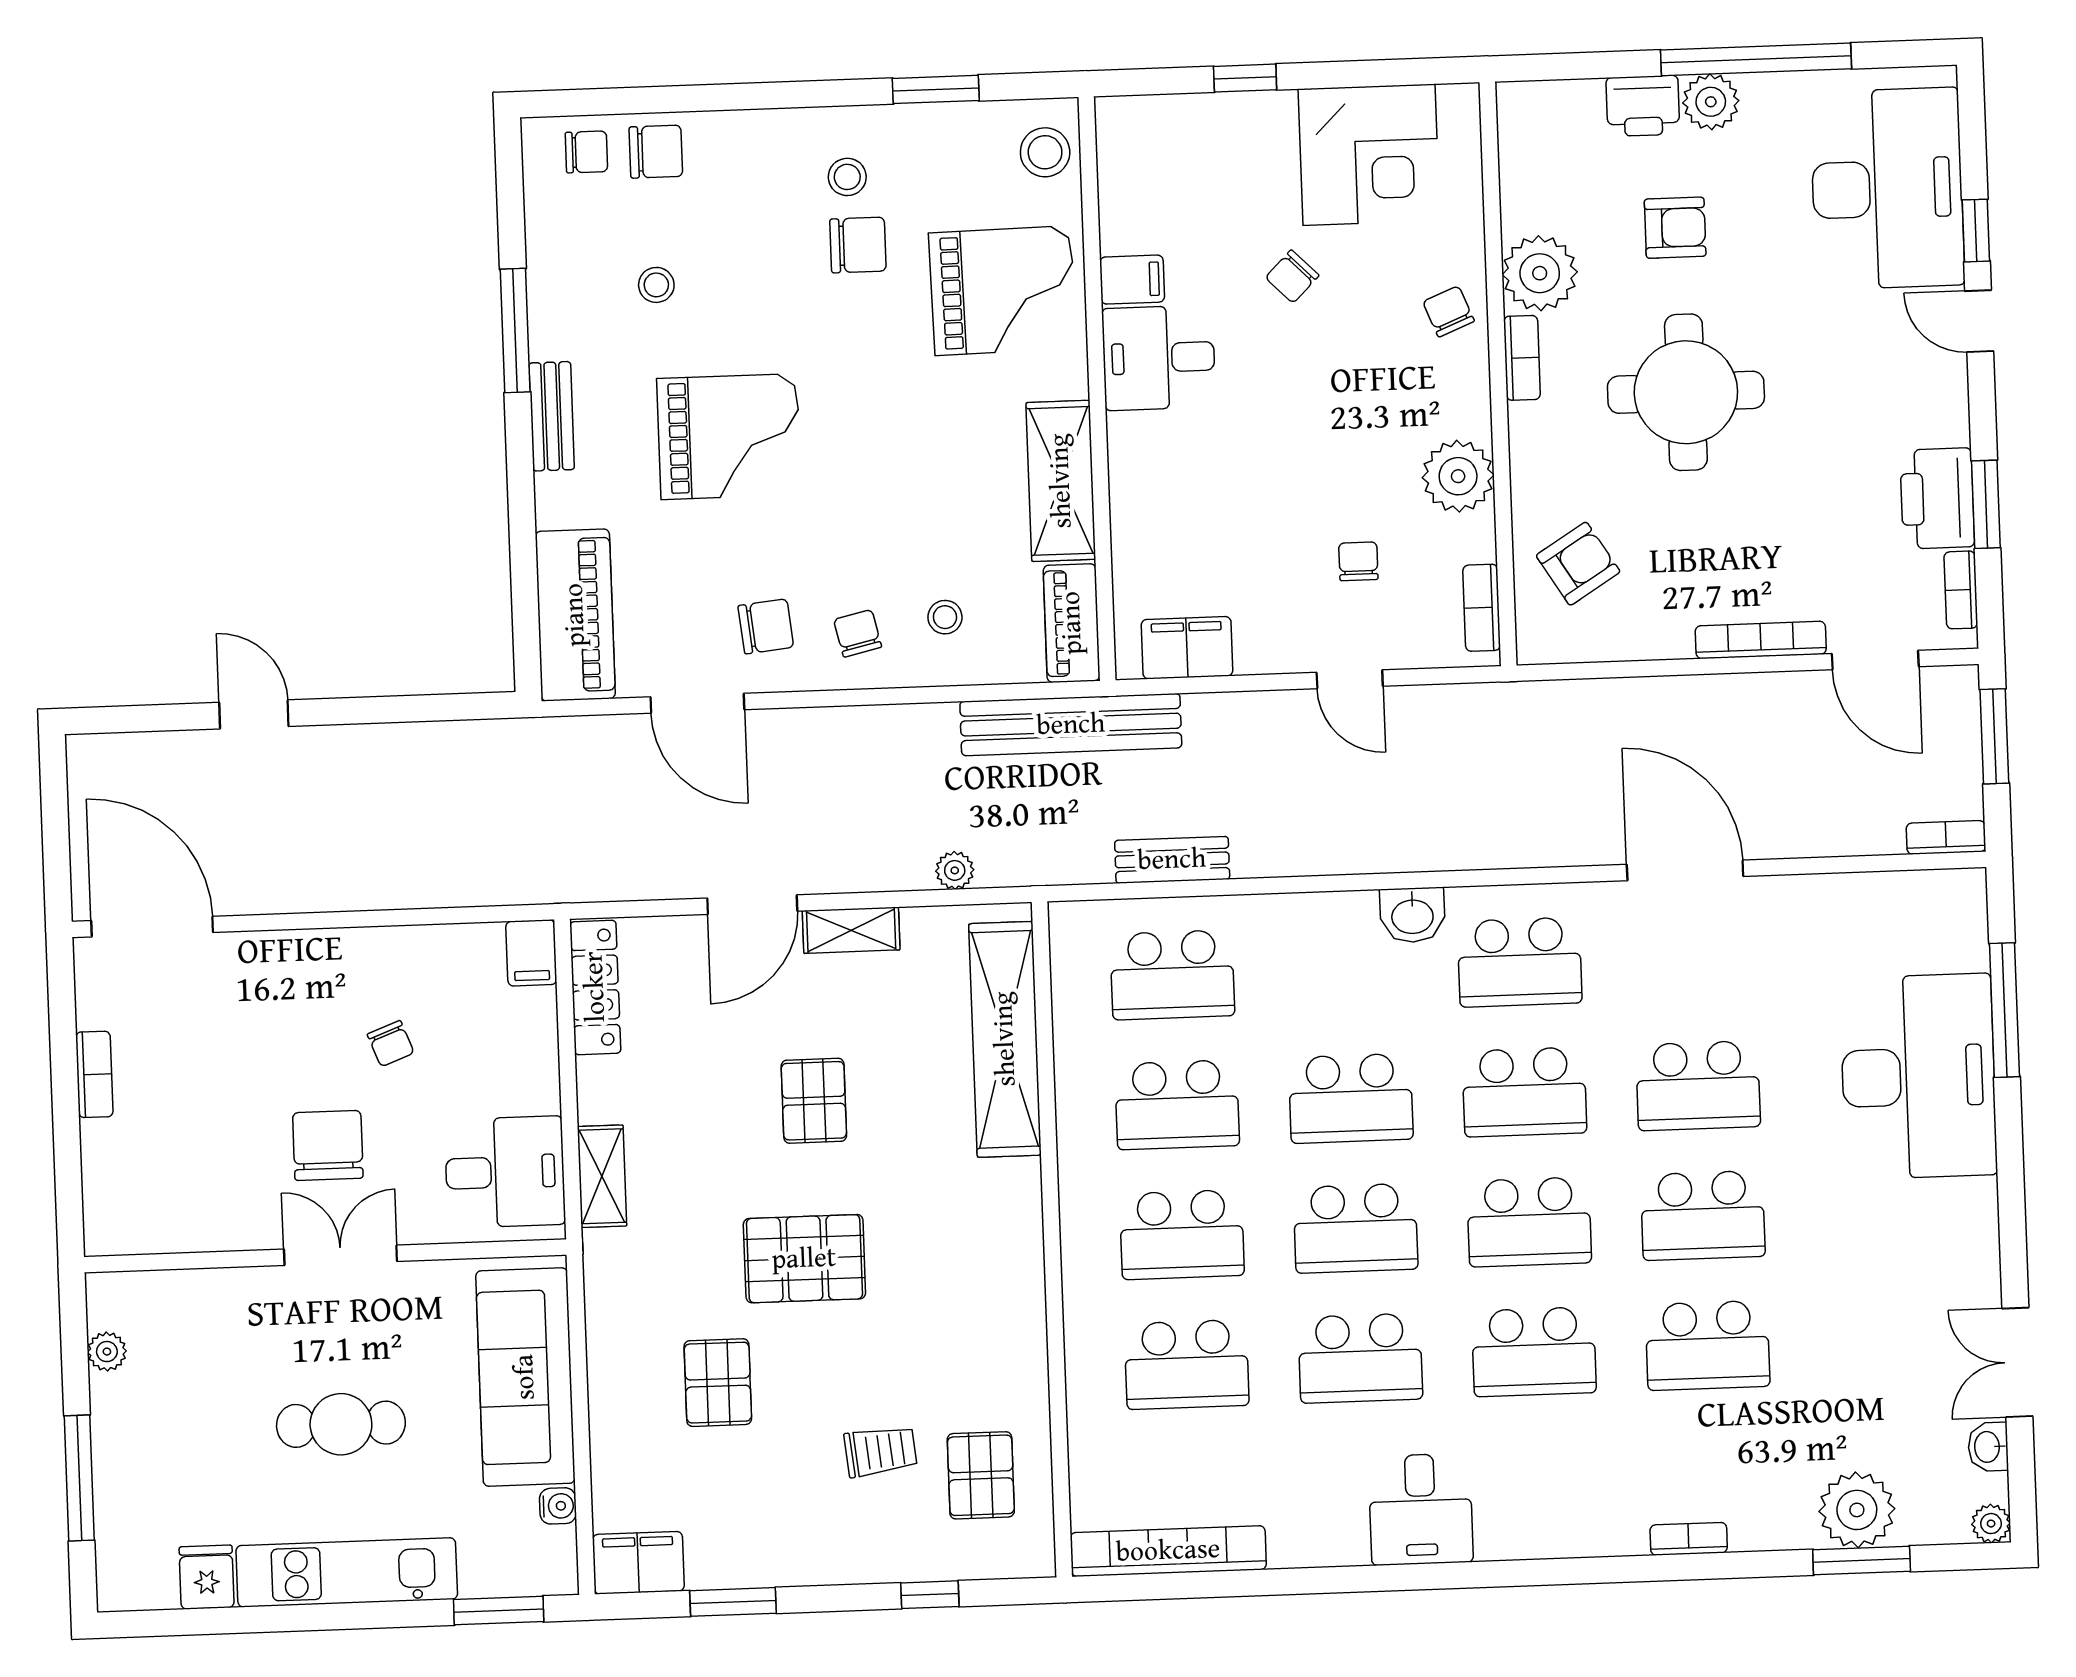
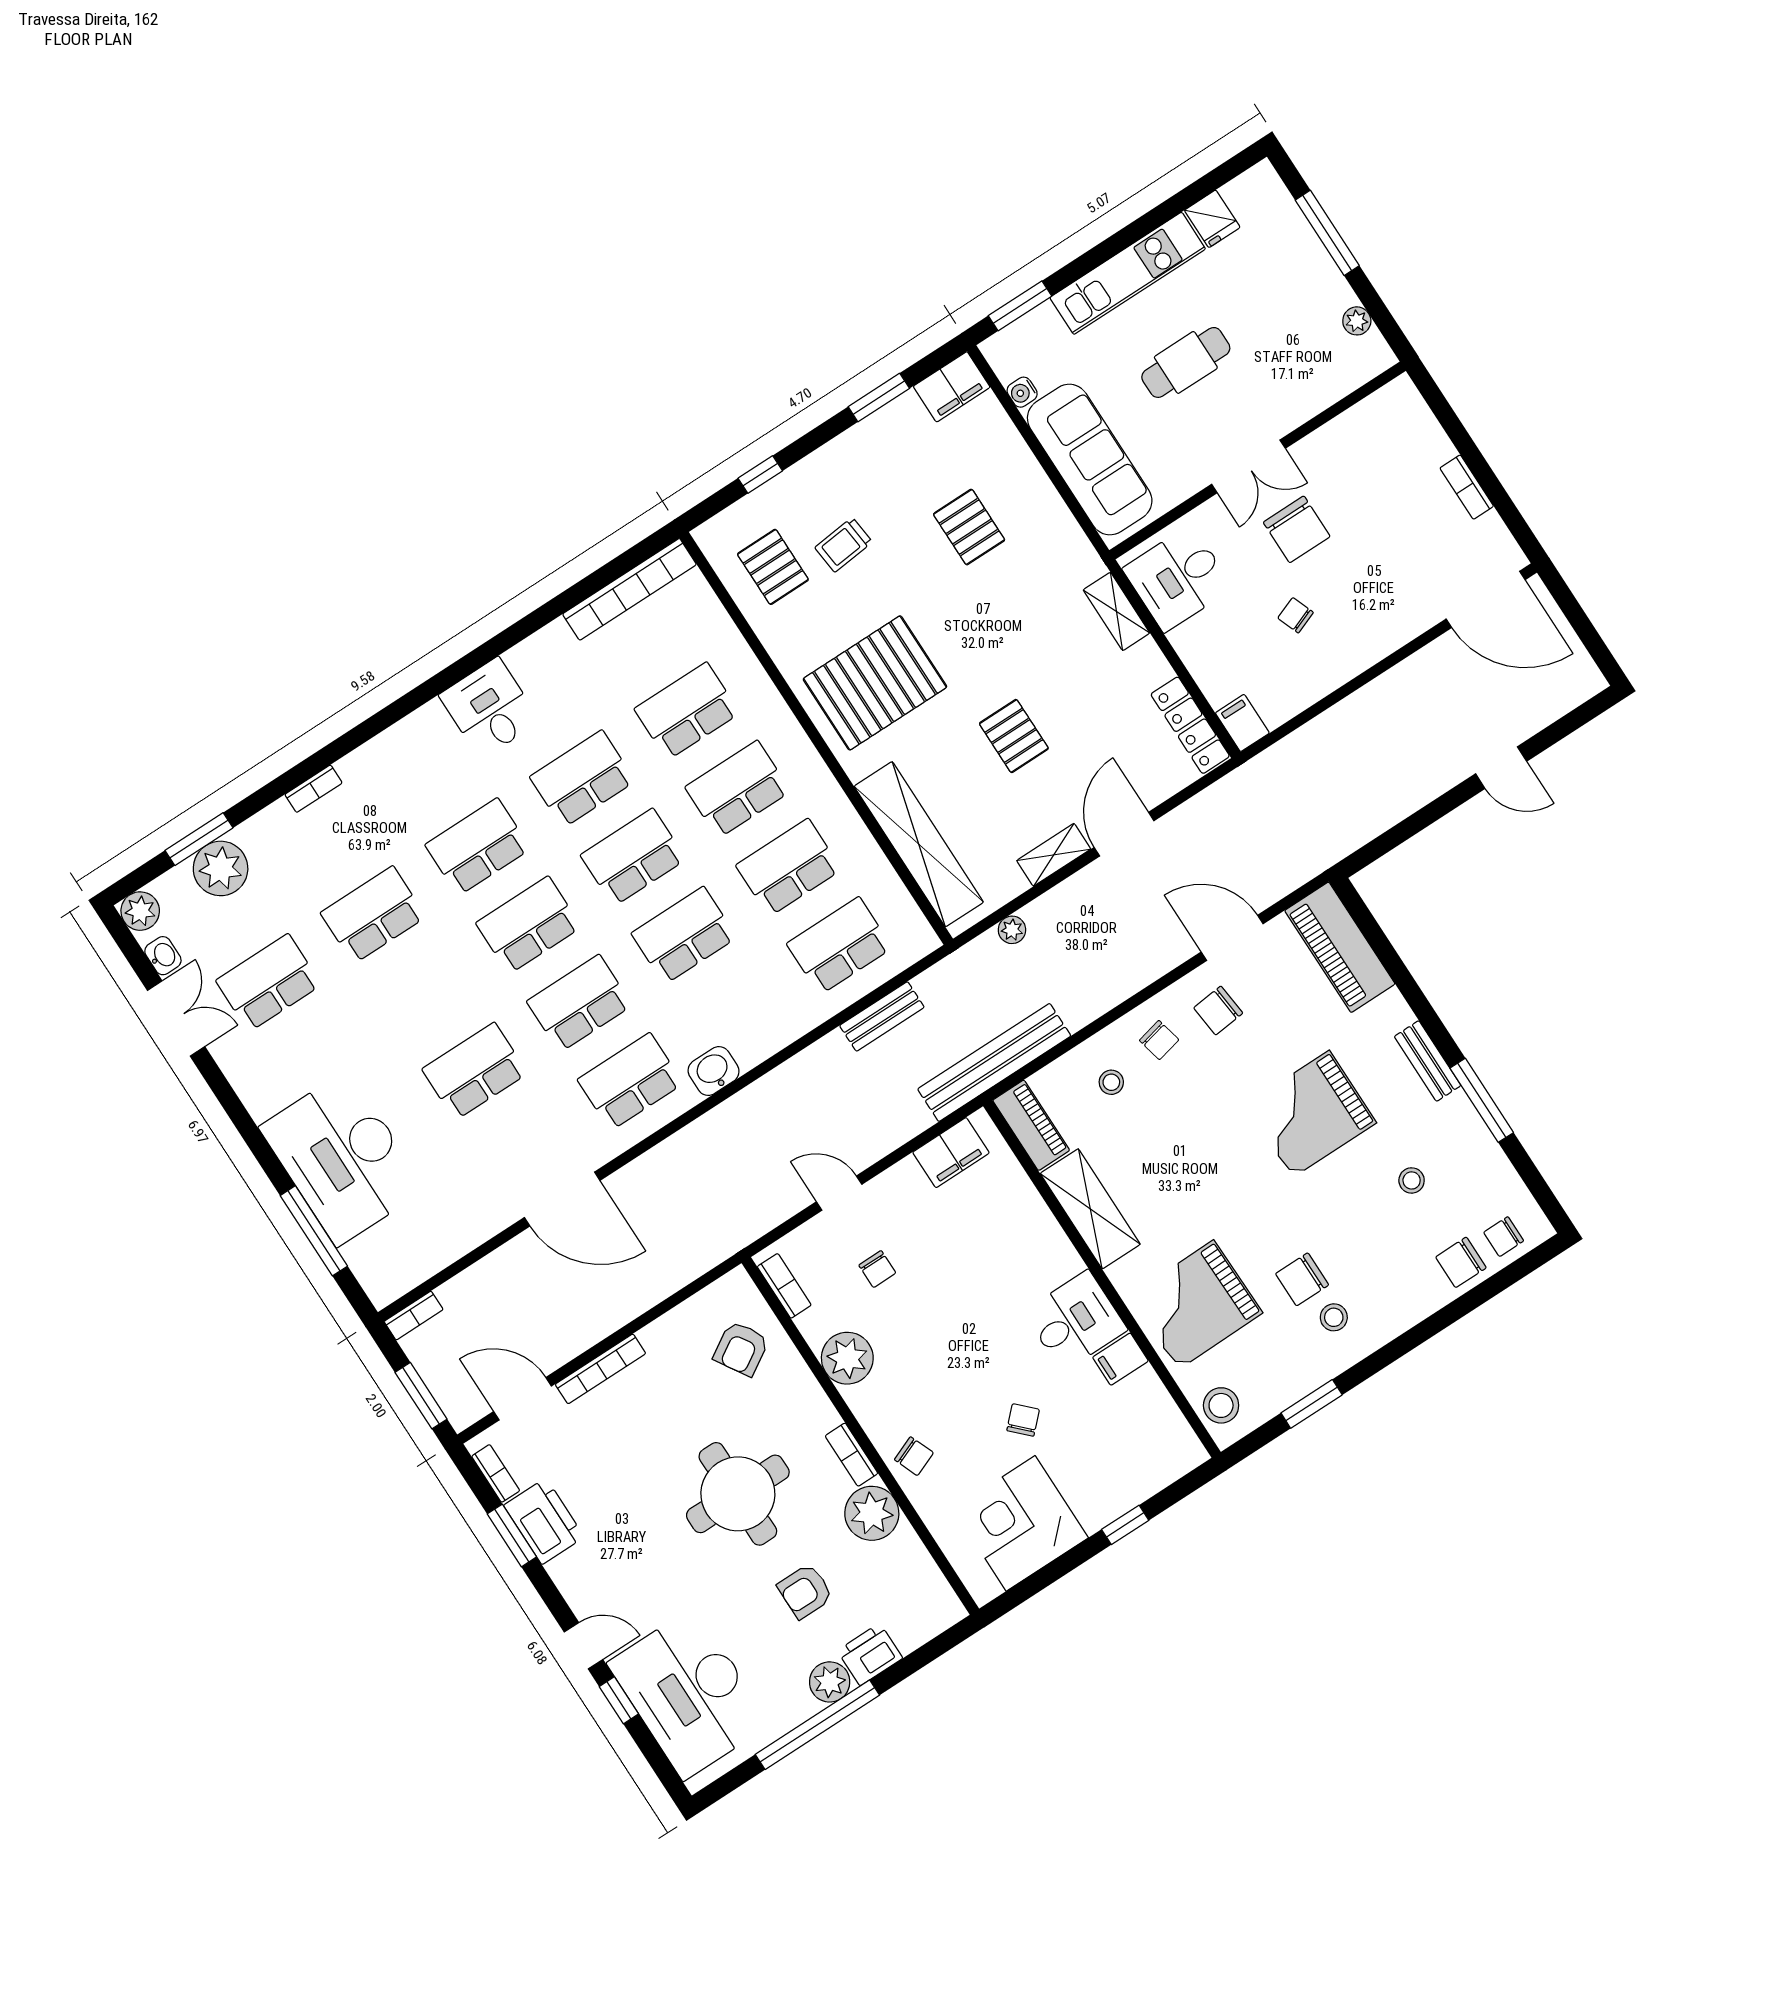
school desk: (1703, 1215) -> (269, 983), moved
pallet: (804, 1259) -> (875, 683), moved, width x1.37, depth x1.41
plant: (1991, 1524) -> (140, 911), width x1.38, depth x1.38

